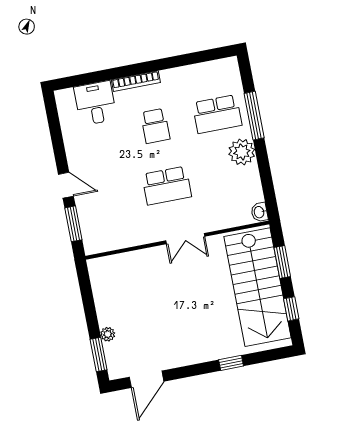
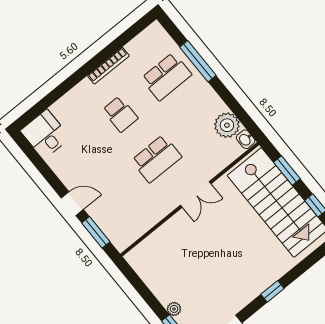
bookcase: (136, 81) -> (108, 66), moved
desk: (95, 103) -> (45, 134), moved
plant: (242, 152) -> (227, 125), moved
window: (231, 363) -> (272, 291), moved

